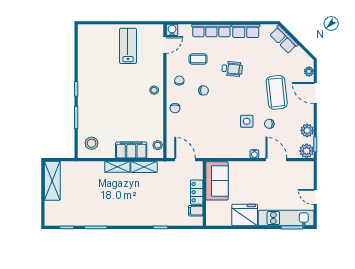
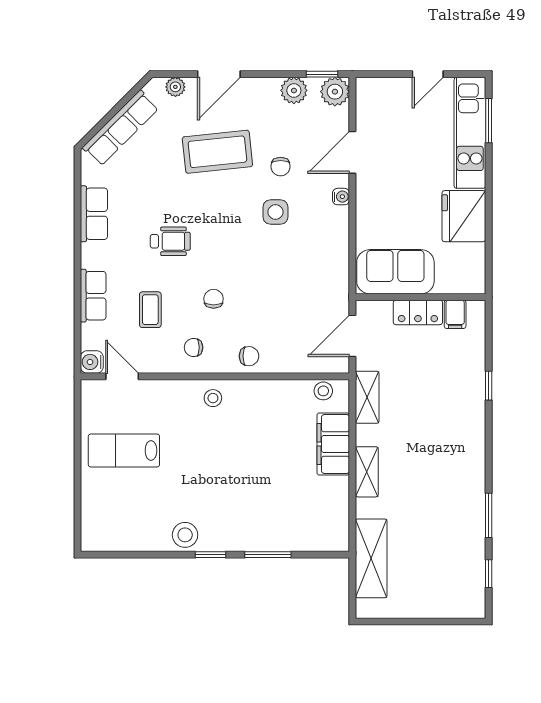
row of seats: (211, 31) -> (93, 296), width x0.68
row of seats: (284, 39) -> (121, 128), width x1.48
wheelchair: (232, 69) -> (170, 241), turned 85
stool: (92, 143) -> (185, 535), moved
shelving: (144, 167) -> (367, 397), moved
shelving: (52, 181) -> (371, 558), moved, turned 90

